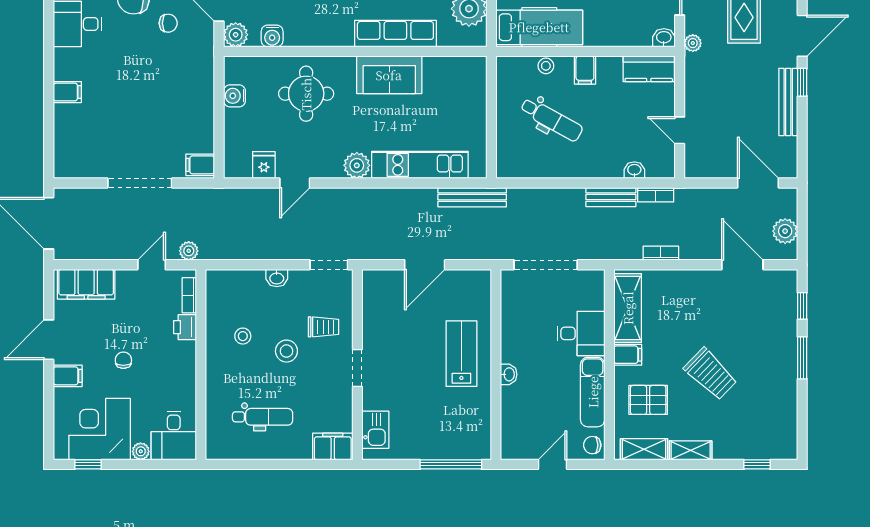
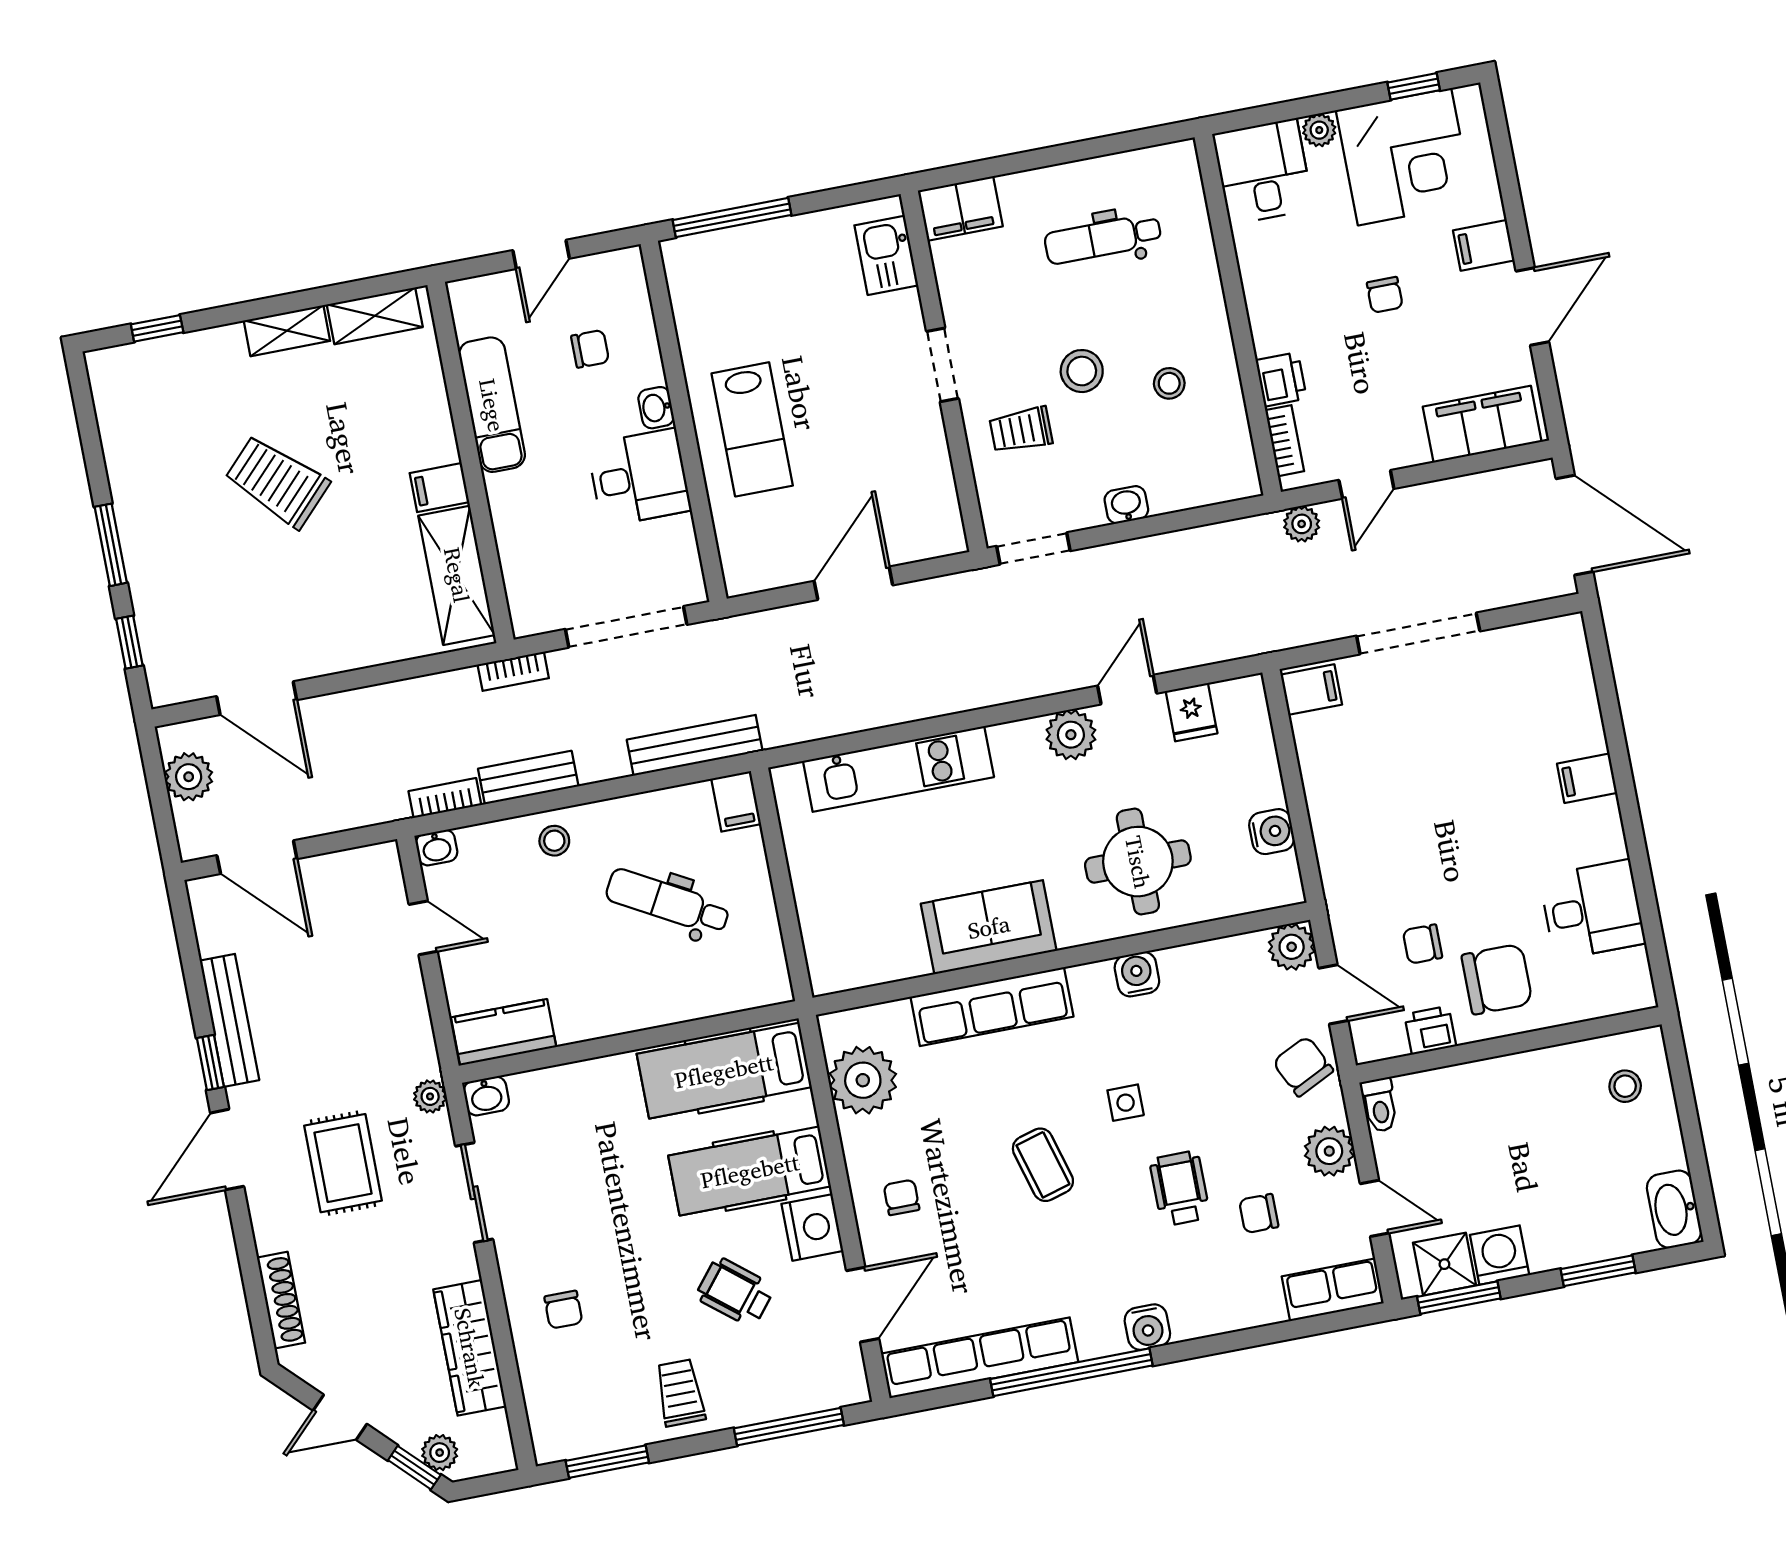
water cooler: (272, 36) -> (1137, 974), moved
stool: (546, 66) -> (554, 841), moved
filing cabinet: (585, 70) -> (736, 801), moved, turned 180
plant: (357, 165) -> (1071, 735), moved
washbasin: (634, 170) -> (437, 848), moved
bench: (472, 197) -> (695, 745), moved
bookcase: (661, 253) -> (513, 671), moved
desk: (581, 333) -> (639, 477), moved, turned 180
pallet: (648, 400) -> (385, 410), removed
chair: (592, 445) -> (590, 349), moved

